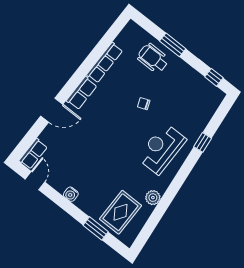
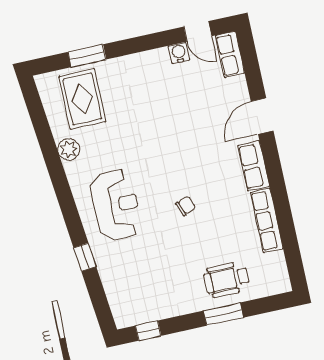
wheelchair: (153, 58) -> (227, 279), turned 180
chair: (144, 104) -> (186, 206), moved
water cooler: (71, 194) -> (179, 53), moved

